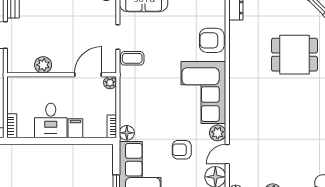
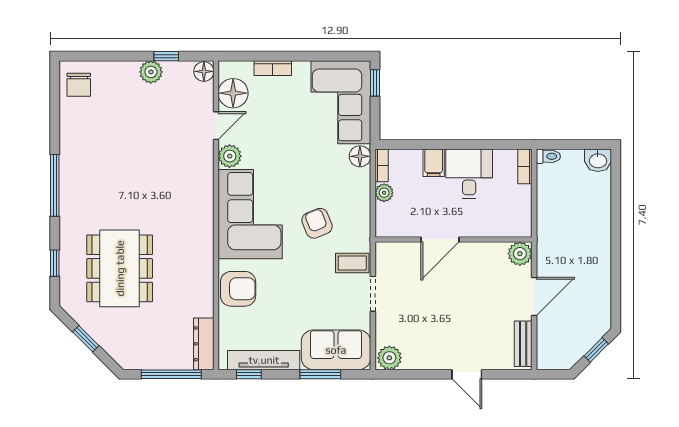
dining table: (294, 55) -> (120, 268), width x1.38
plant: (43, 65) -> (520, 254), moved
door: (88, 75) -> (440, 239), moved
plant: (110, 83) -> (384, 193), moved
armchair: (182, 150) -> (317, 223), moved, turned -112

